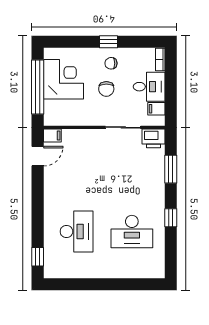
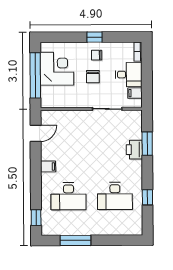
filing cabinet: (52, 136) -> (48, 166), moved
printer: (153, 138) -> (134, 150), moved, turned 90
window: (171, 218) -> (147, 197), moved
desk: (77, 232) -> (69, 196), turned 90
window: (85, 284) -> (75, 240), added

